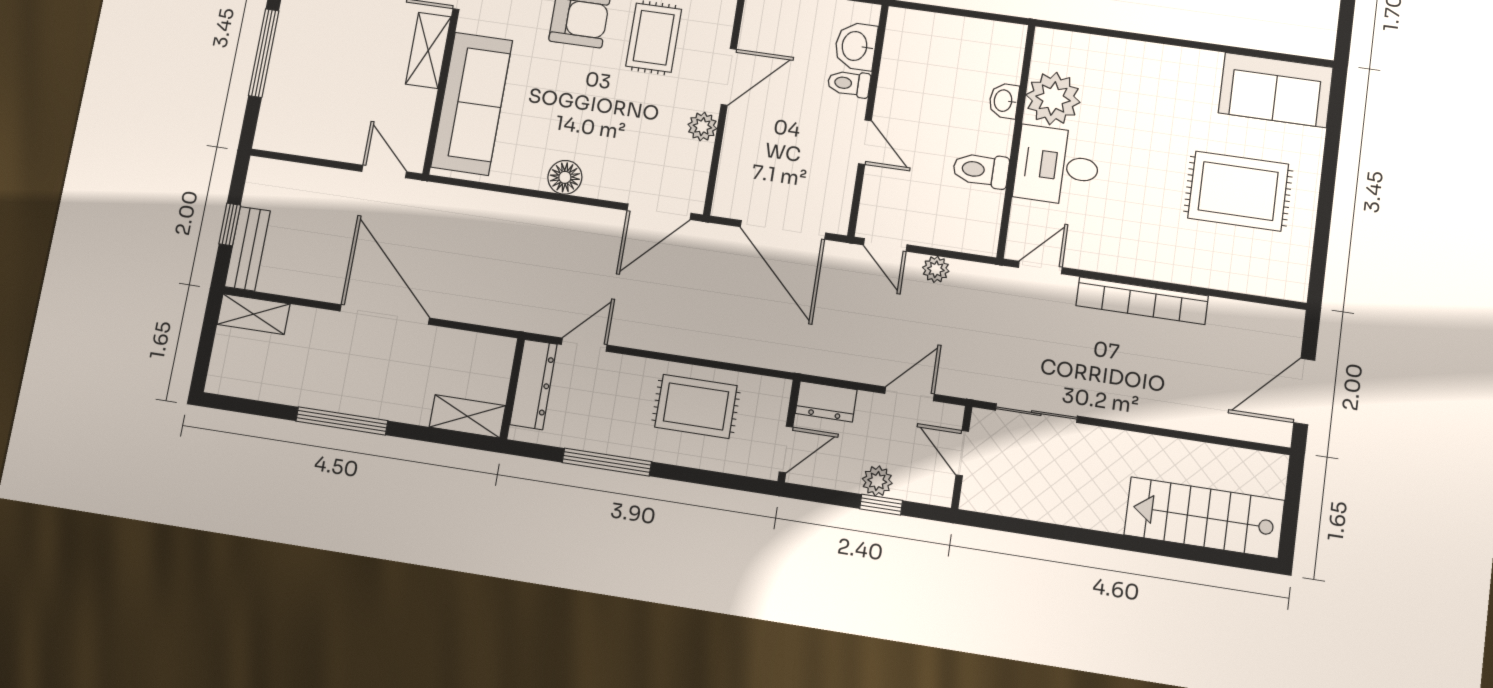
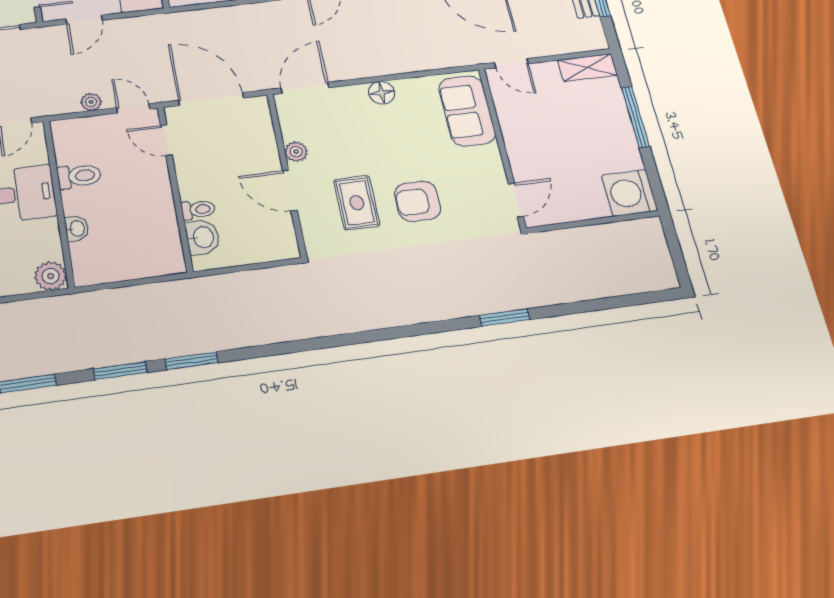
shelving: (428, 50) -> (587, 68), moved, turned 90
door: (729, 77) -> (290, 190), hinge flipped
plant: (1053, 99) -> (51, 276), moved, width x0.73, depth x0.73
sofa: (472, 104) -> (467, 111), width x0.73
door: (865, 142) -> (166, 140), moved

